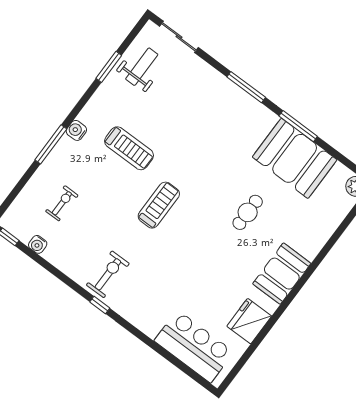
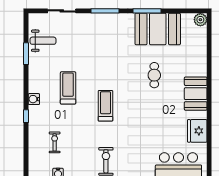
sliding door: (179, 37) -> (62, 11), moved
weight bench: (142, 67) -> (43, 41), turned 90
window: (51, 144) -> (26, 116), width x0.46
treadmill: (129, 148) -> (68, 88), turned -90

